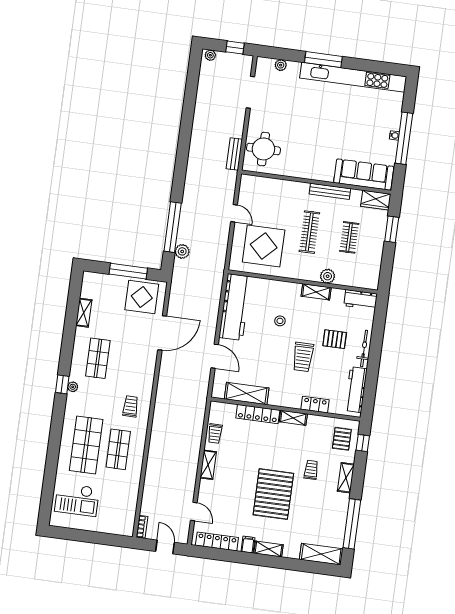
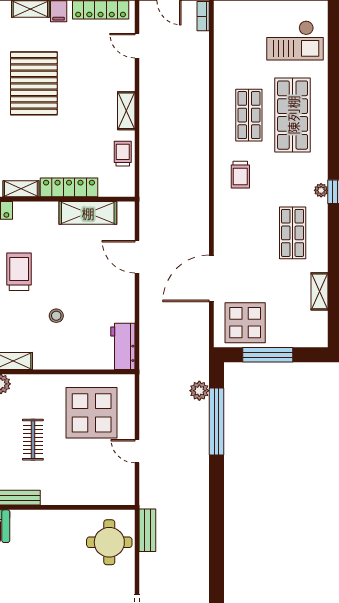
clothes rail: (309, 232) -> (33, 440), width x0.73
workbench: (235, 307) -> (123, 346), width x0.53, depth x0.76
checkout: (77, 500) -> (295, 40), turned 180

